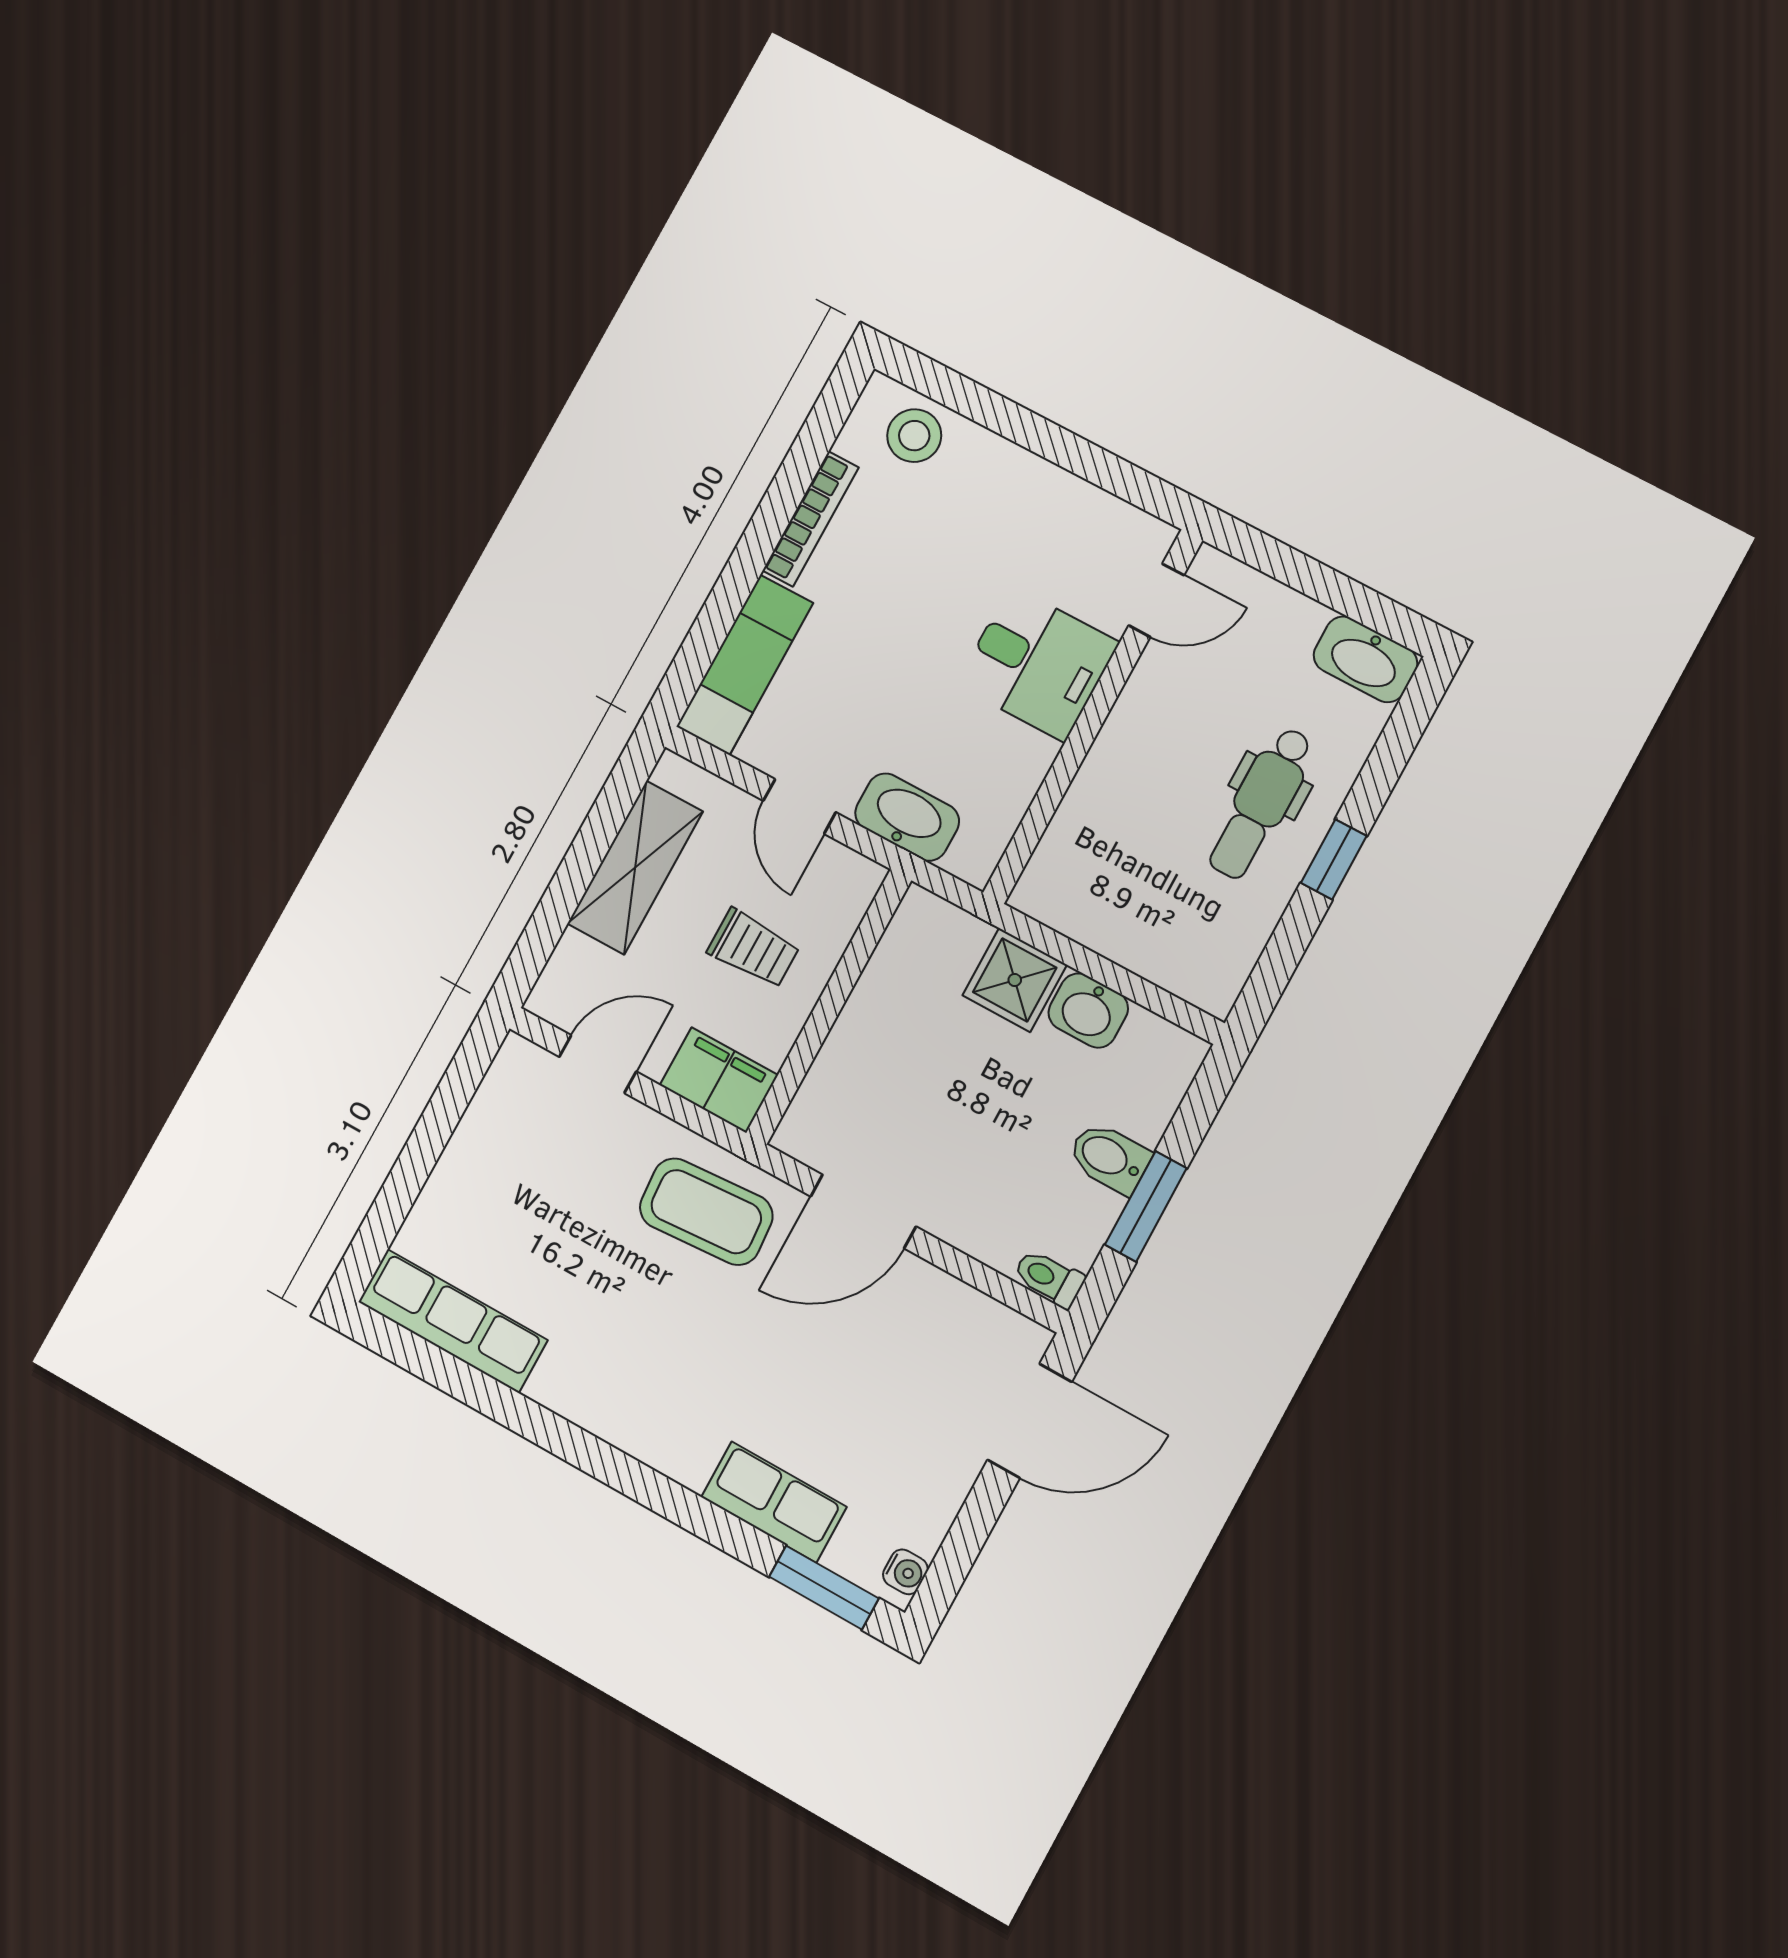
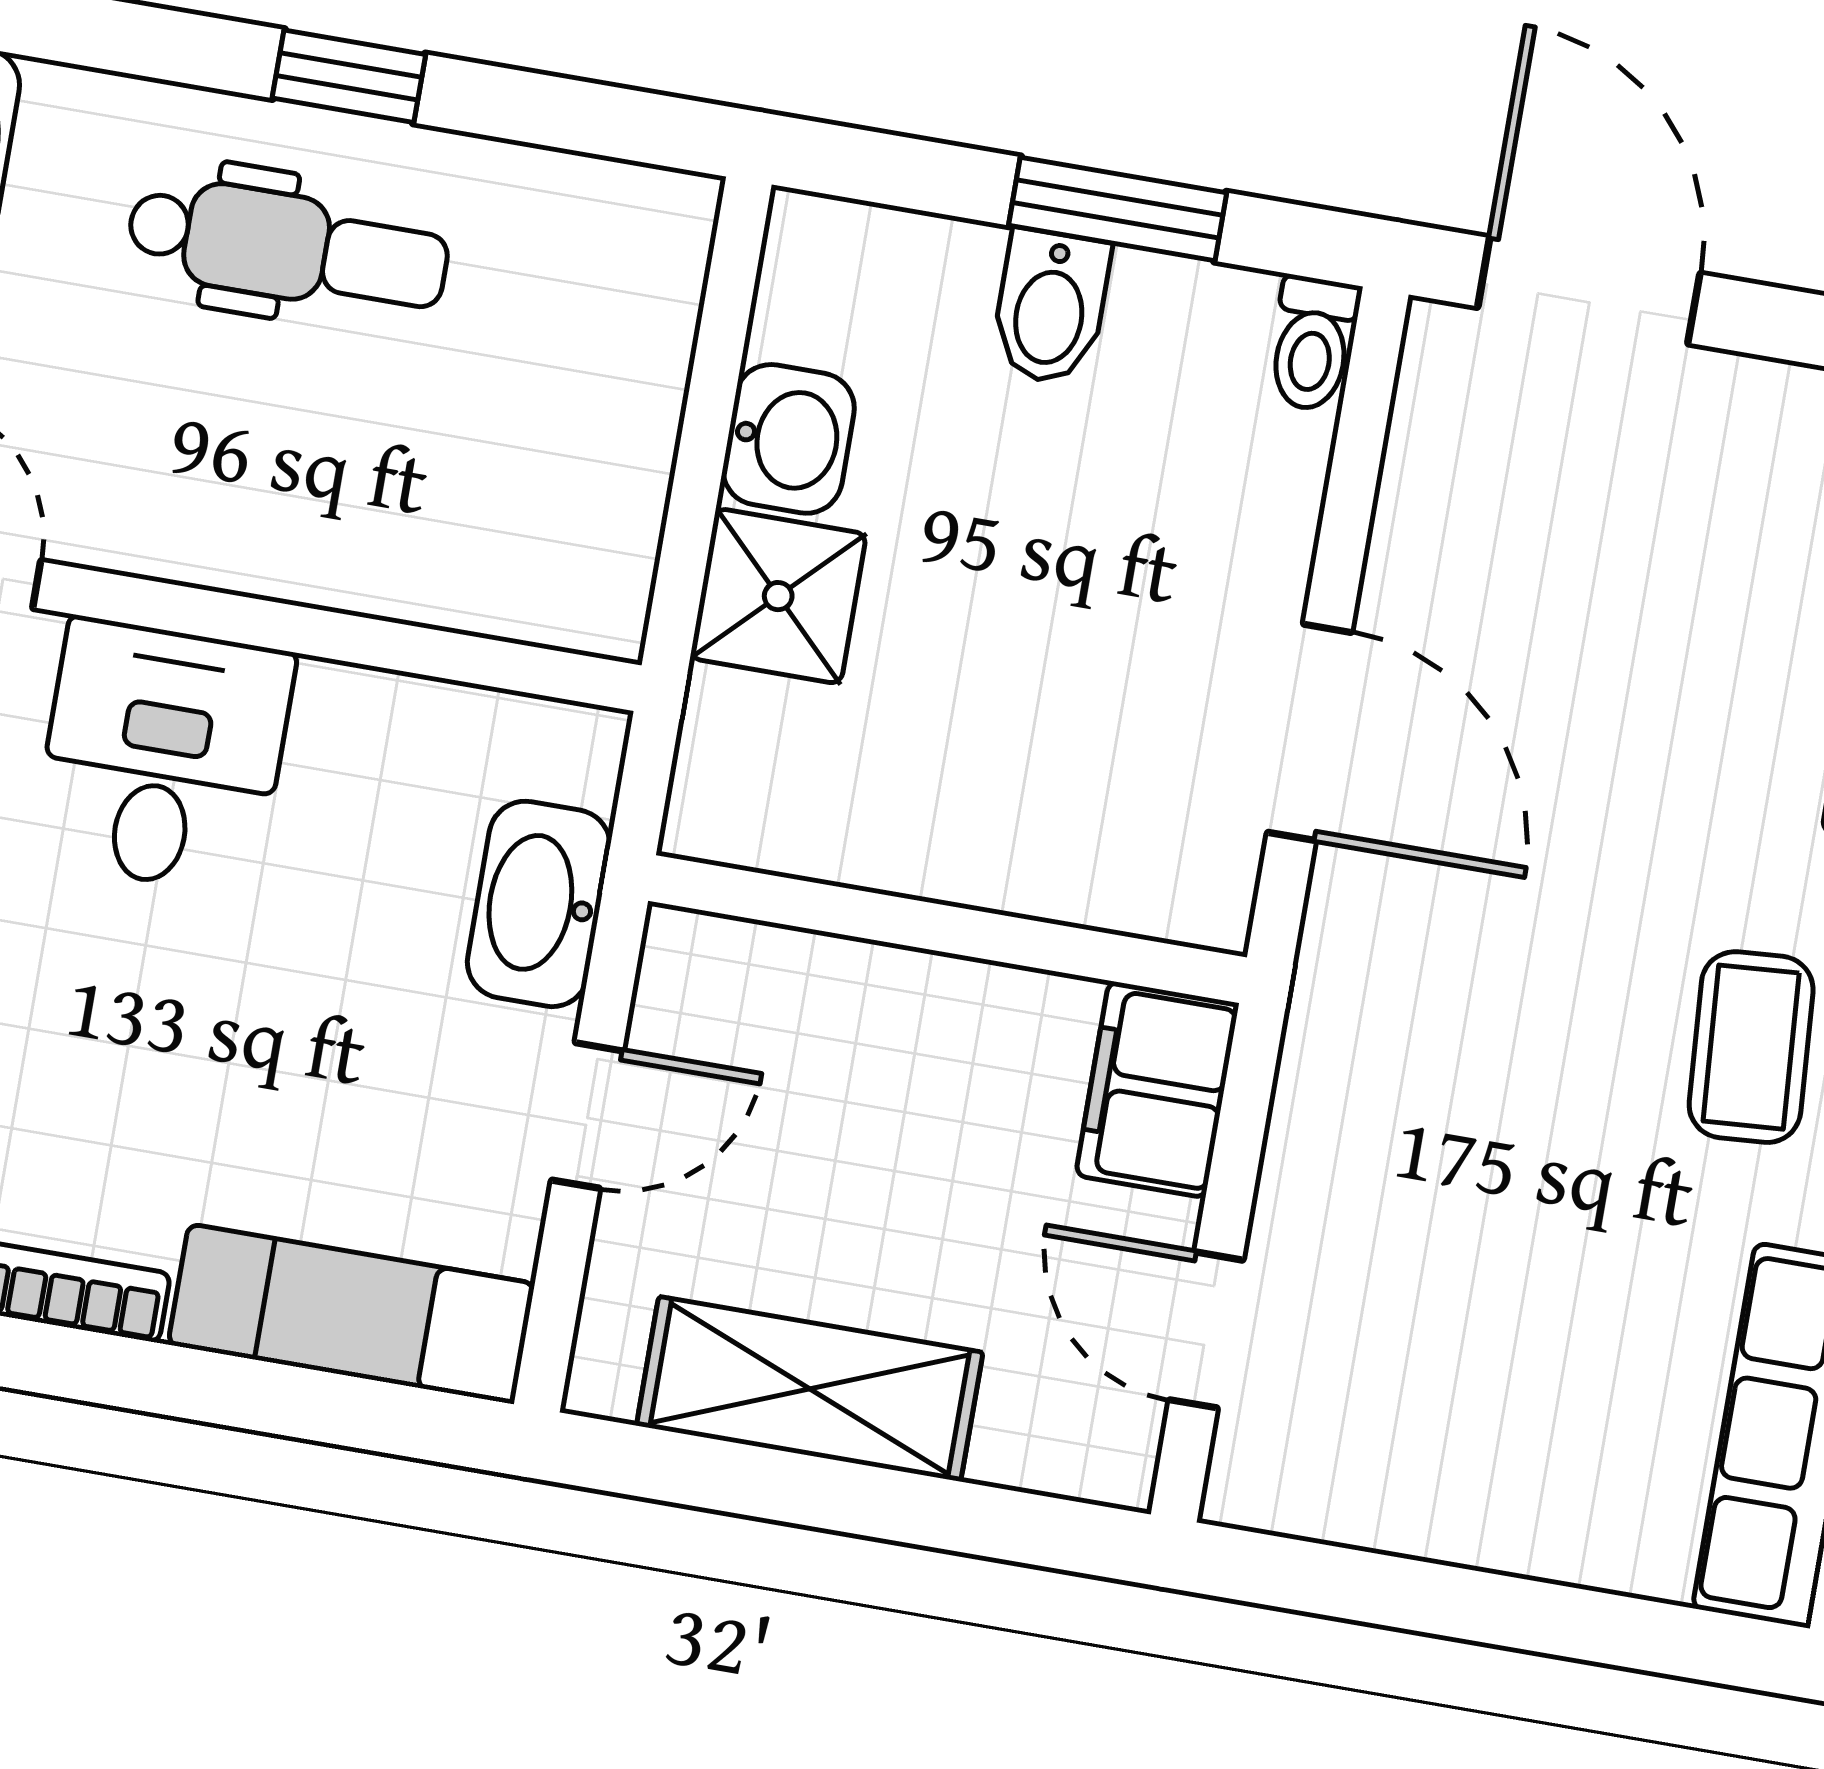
trolley: (753, 949) -> (887, 1110), removed
coffee table: (706, 1212) -> (1751, 1047), moved, width x0.73, depth x0.77

